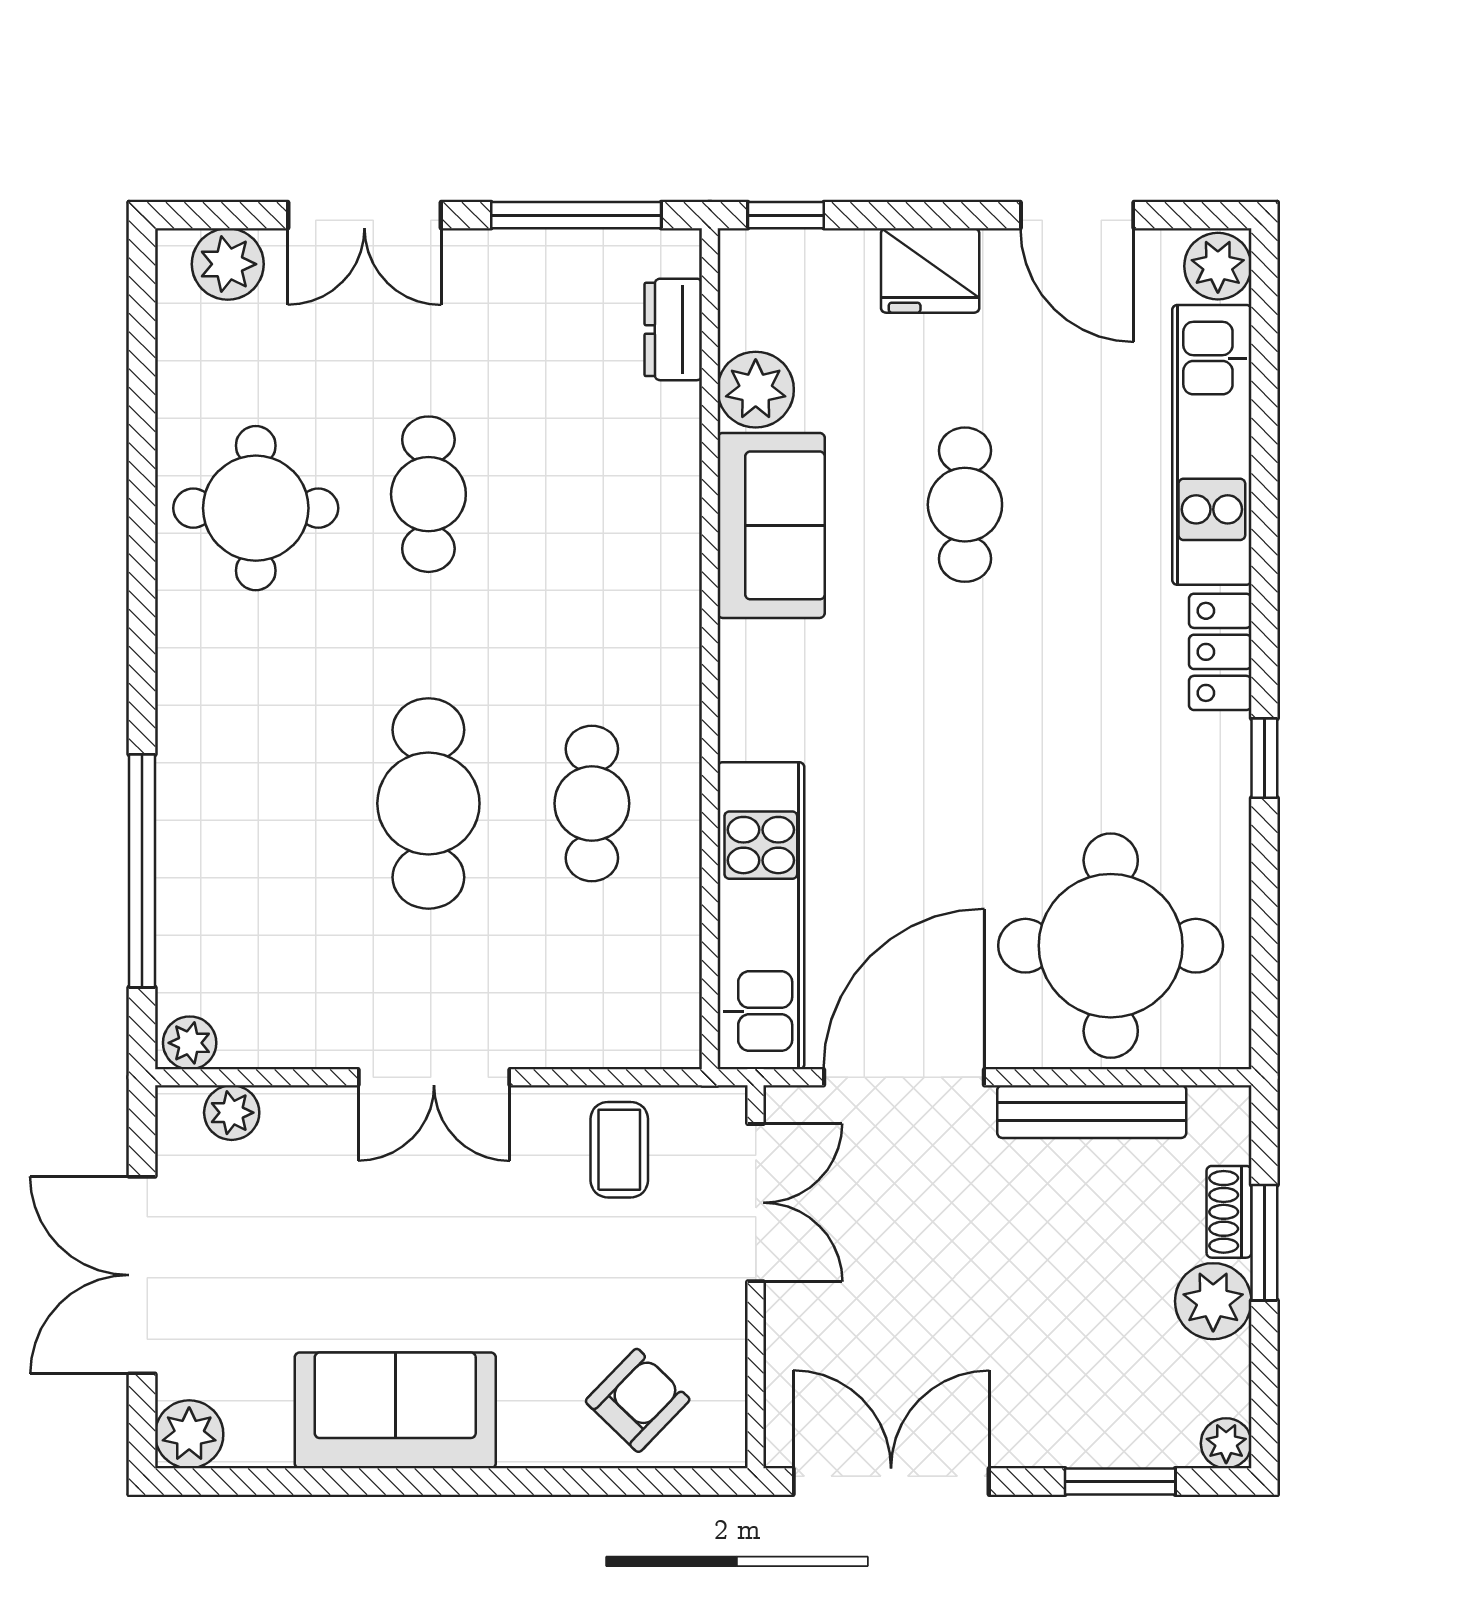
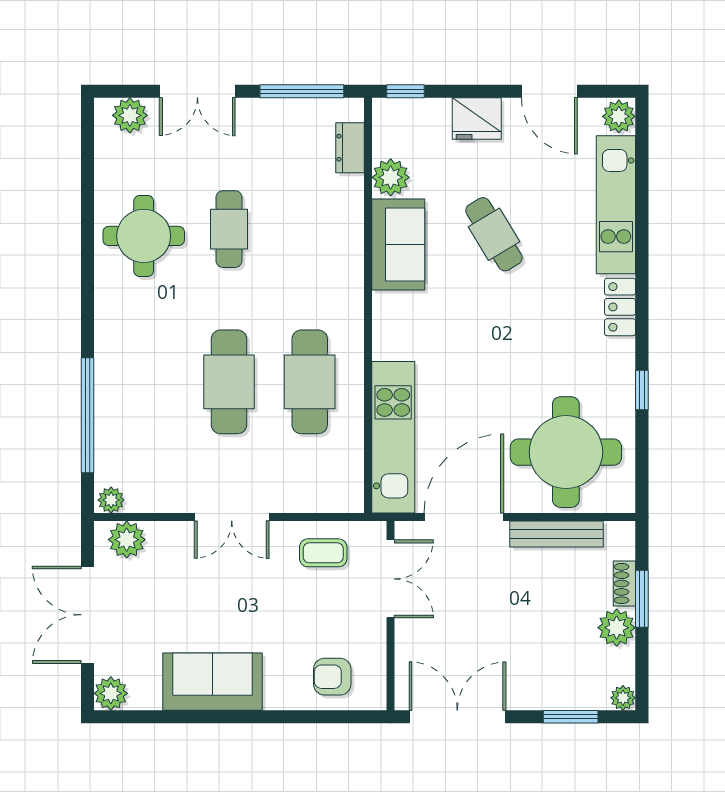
cafe table: (965, 505) -> (494, 234), turned -31
window: (1264, 758) -> (642, 390), moved
cafe table: (592, 803) -> (310, 382), width x1.37, depth x1.35
plant: (232, 1113) -> (127, 540), width x1.38, depth x1.38
coffee table: (619, 1150) -> (323, 553), turned 90
armchair: (638, 1400) -> (332, 677), turned -134

